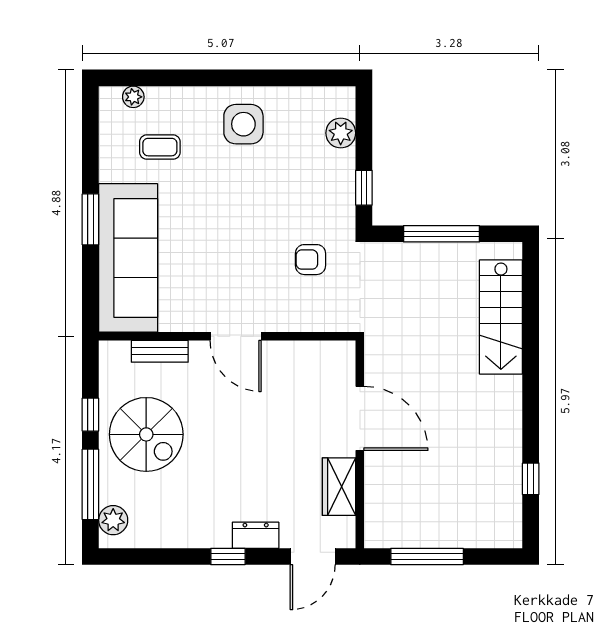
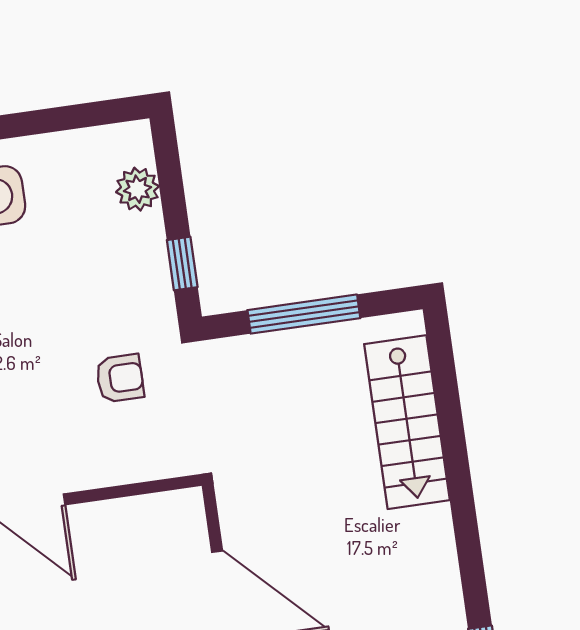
armchair: (310, 260) -> (120, 378), turned 180

